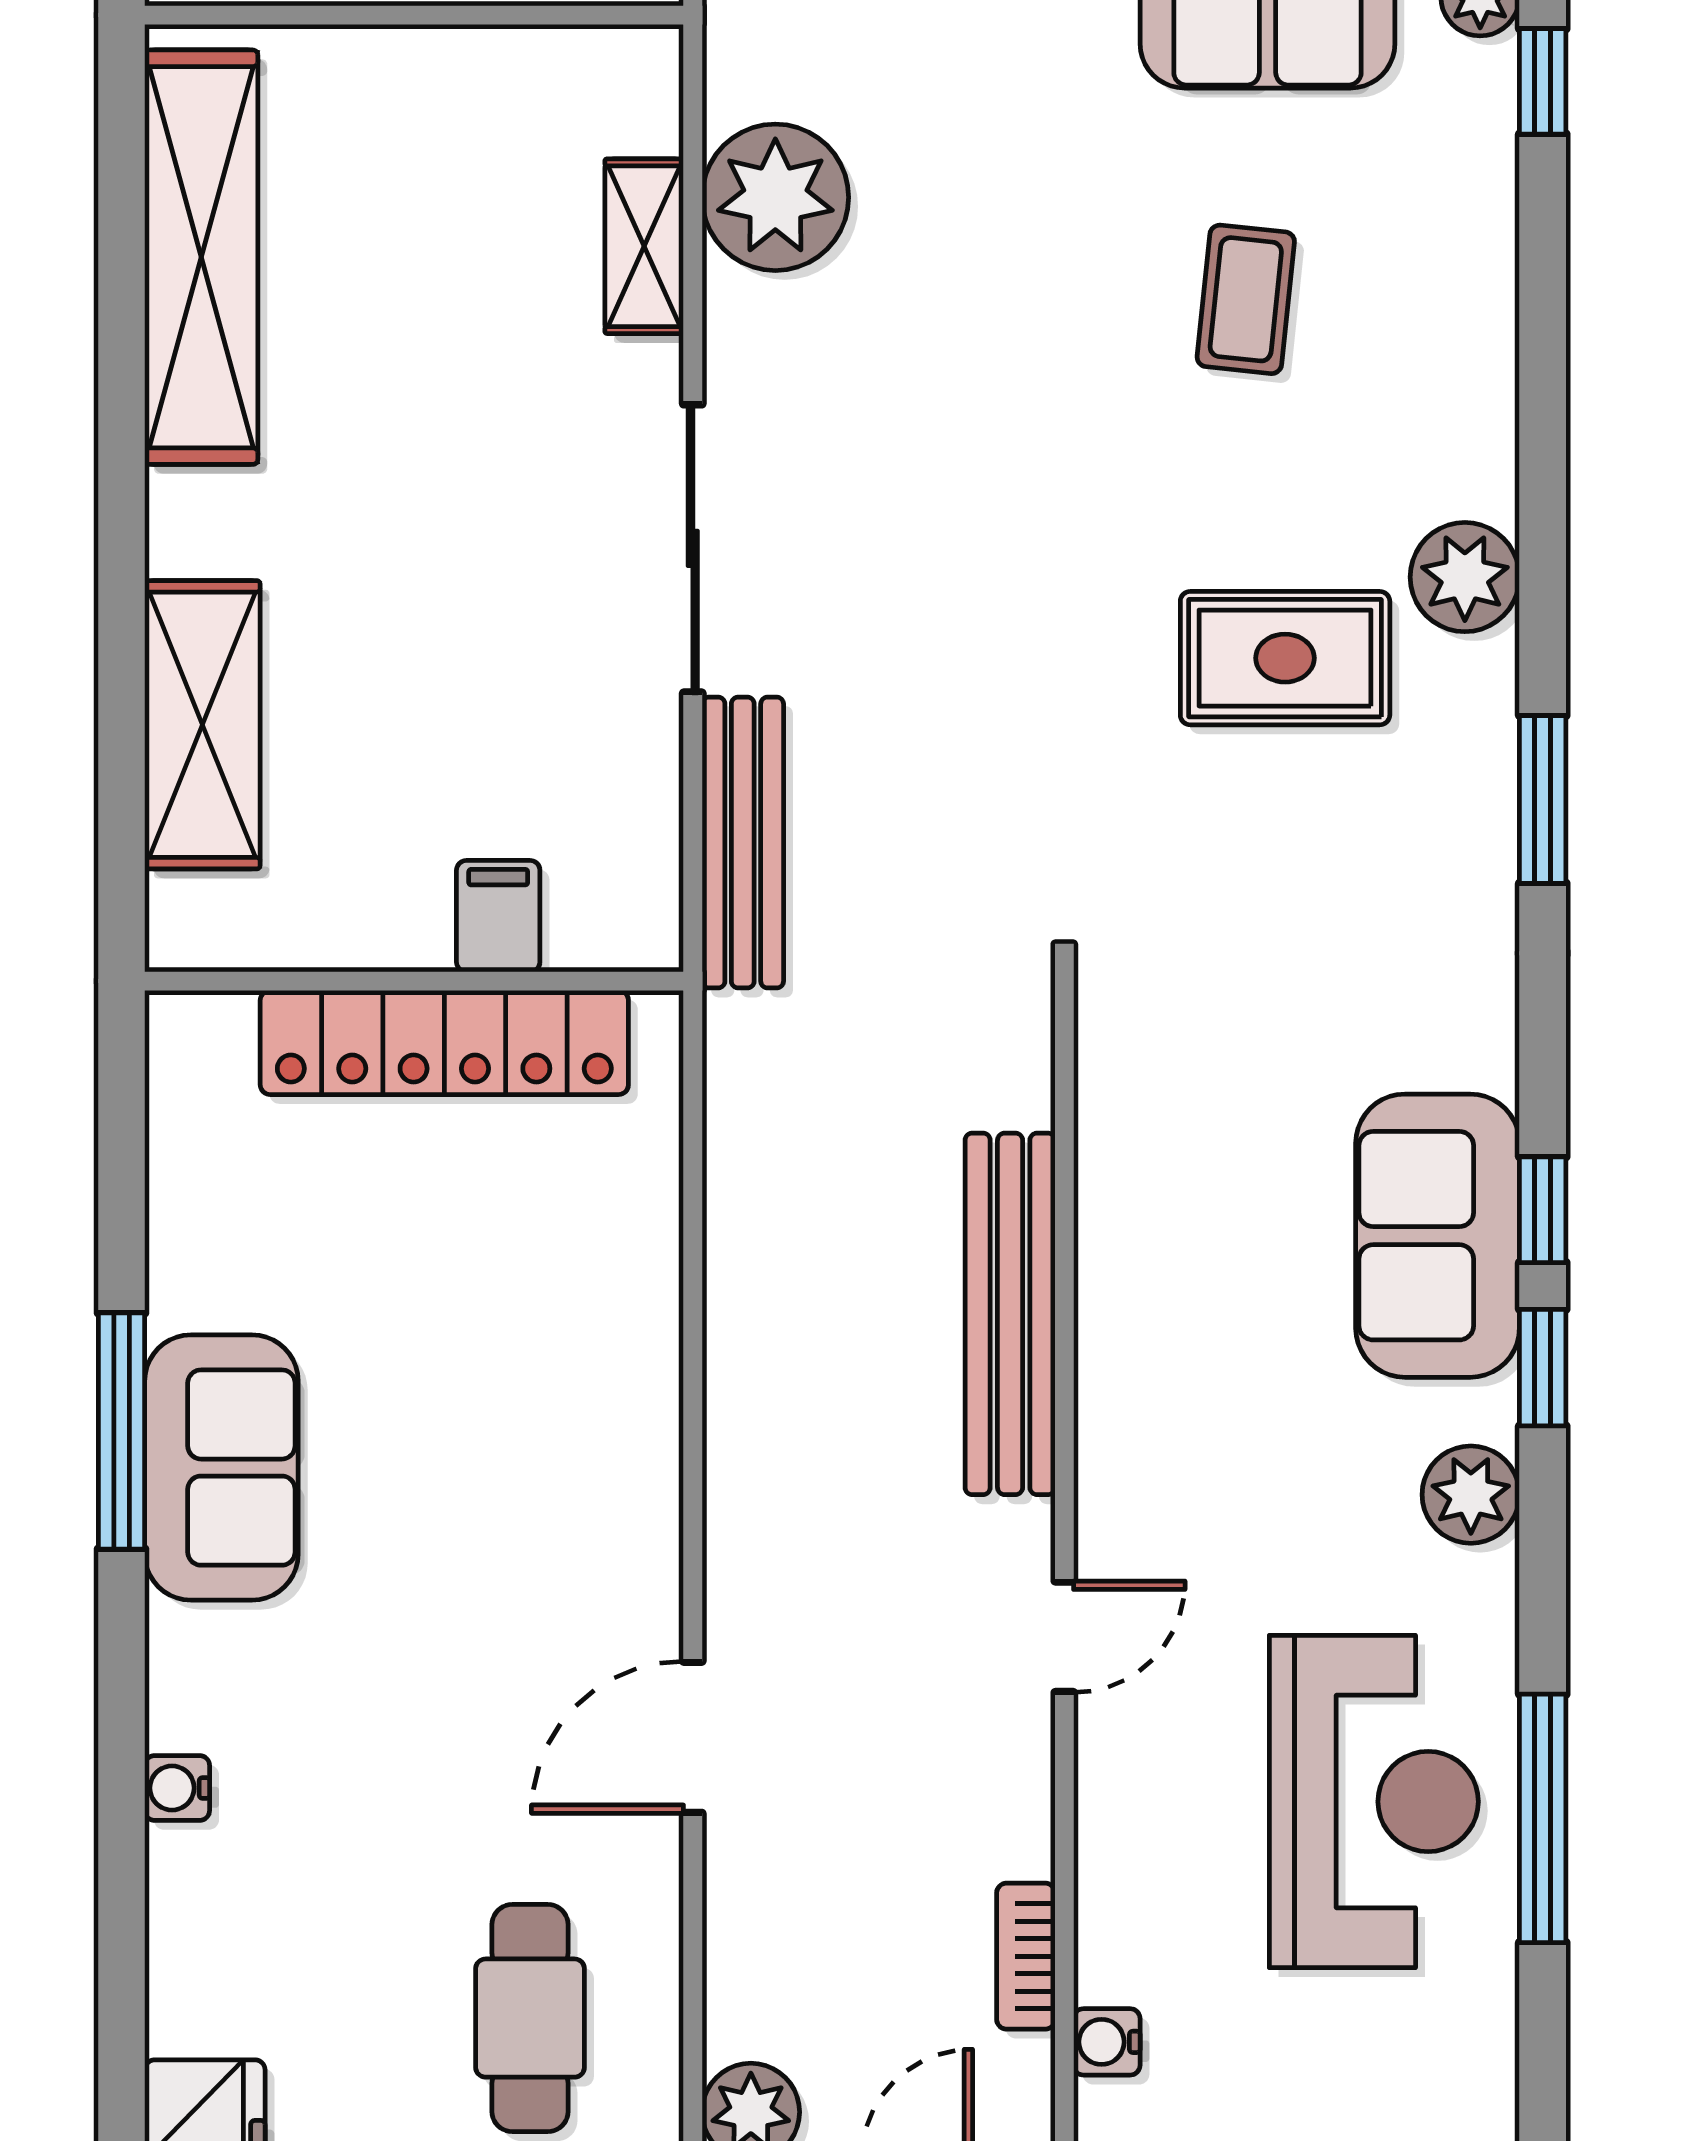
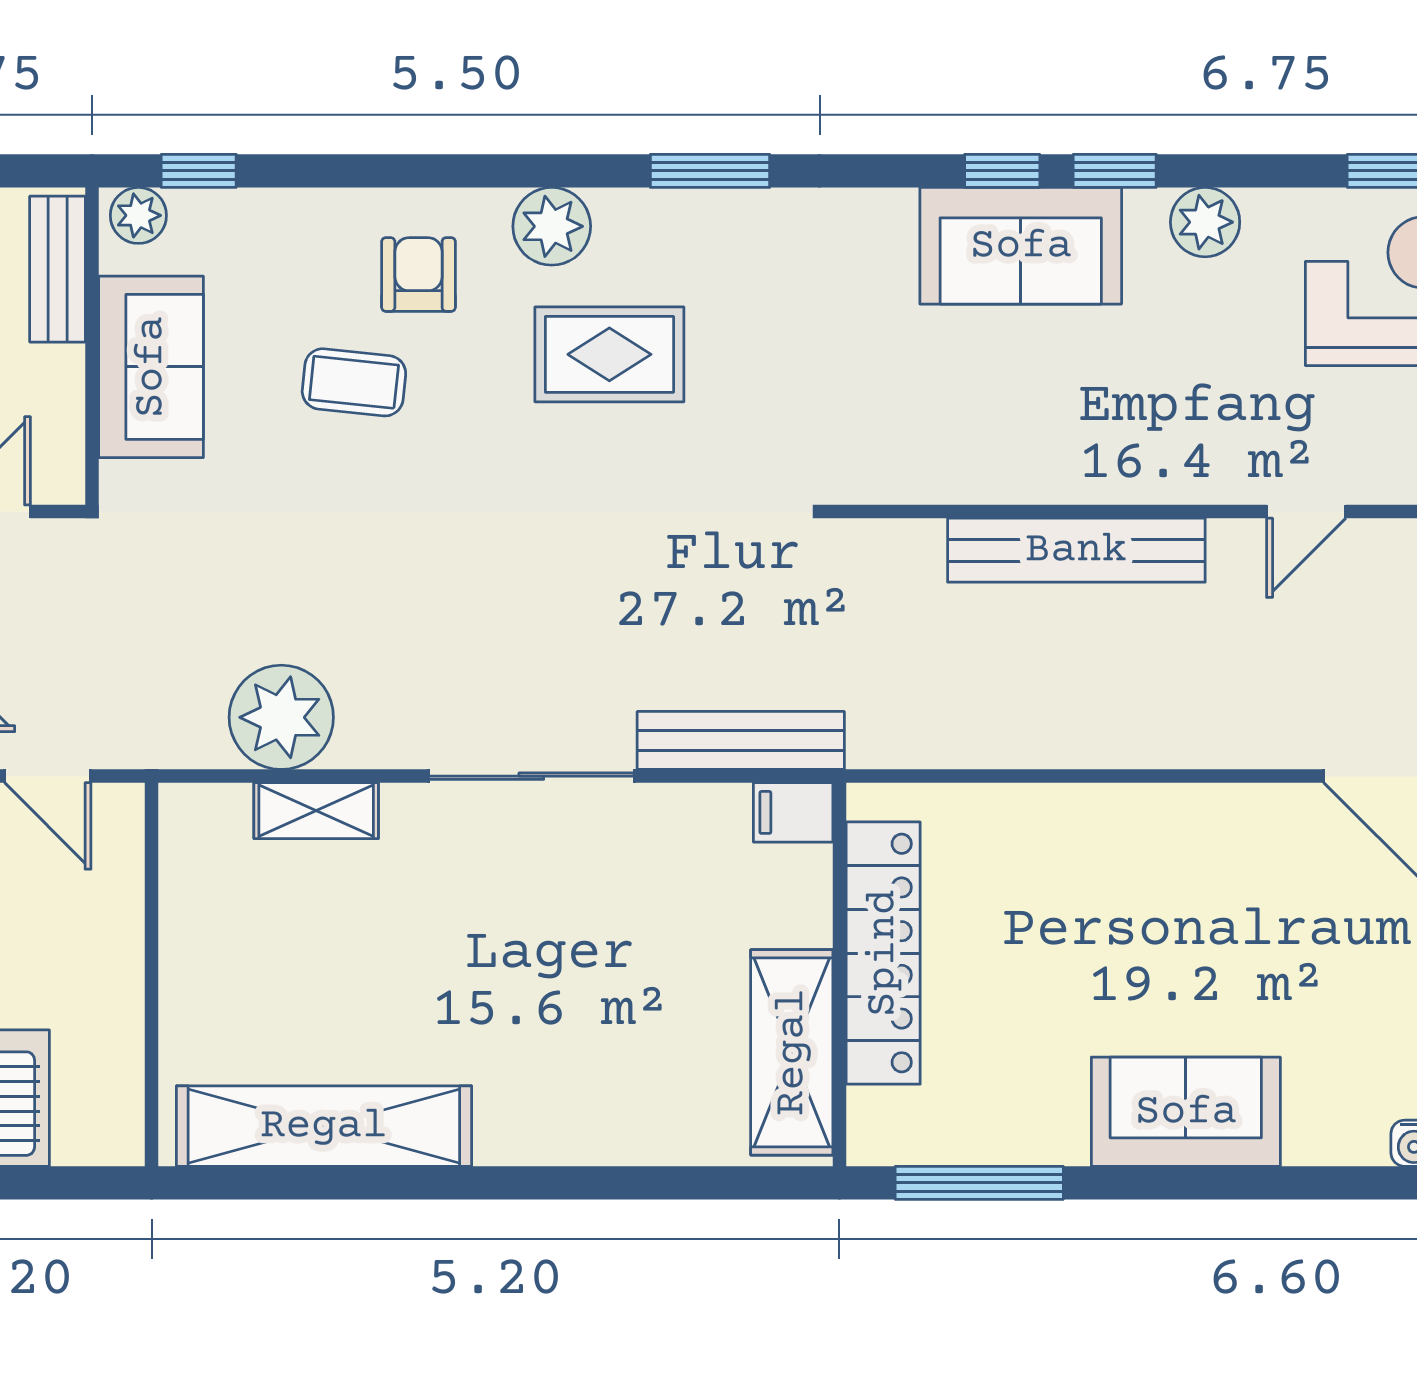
armchair: (1397, 390) -> (418, 275), added
rug: (1285, 658) -> (609, 354), turned 90
shelving: (202, 725) -> (792, 1052), moved, turned 90
filing cabinet: (498, 916) -> (793, 812), moved
window: (122, 1431) -> (979, 1183), moved
door: (1064, 1637) -> (1306, 512), swing flipped

